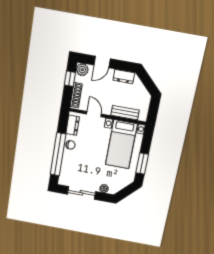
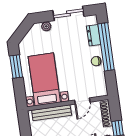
bench: (125, 113) -> (52, 113), width x1.36
door: (94, 114) -> (82, 101), hinge flipped
dresser: (73, 125) -> (94, 35), moved

